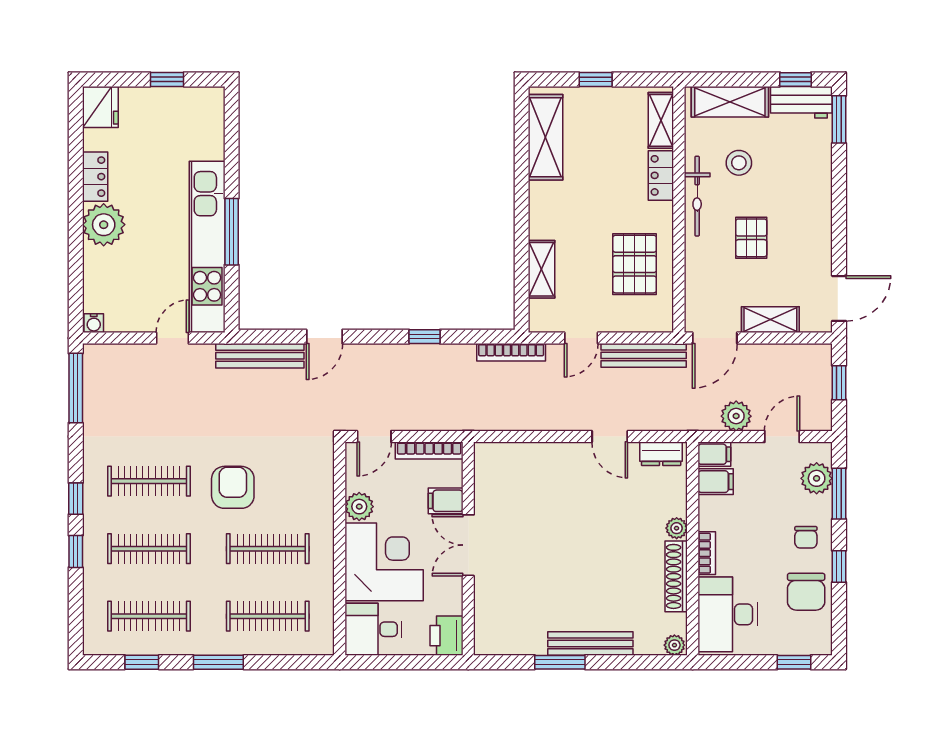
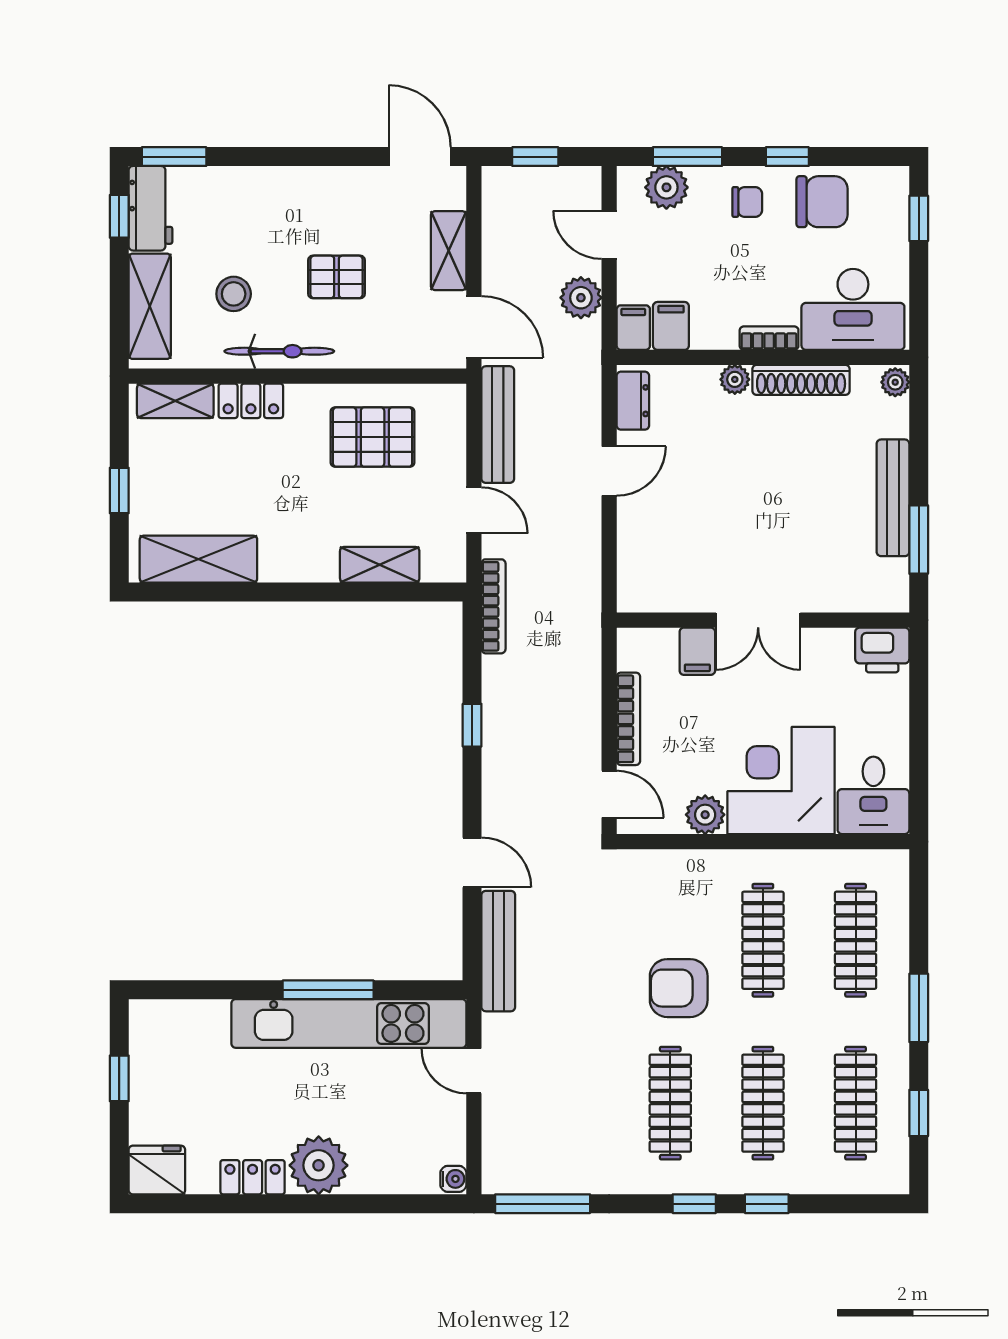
filing cabinet: (446, 501) -> (697, 651), moved
double door: (468, 545) -> (758, 620), moved
wall: (468, 549) -> (763, 620), moved
printer: (447, 636) -> (882, 650), moved

